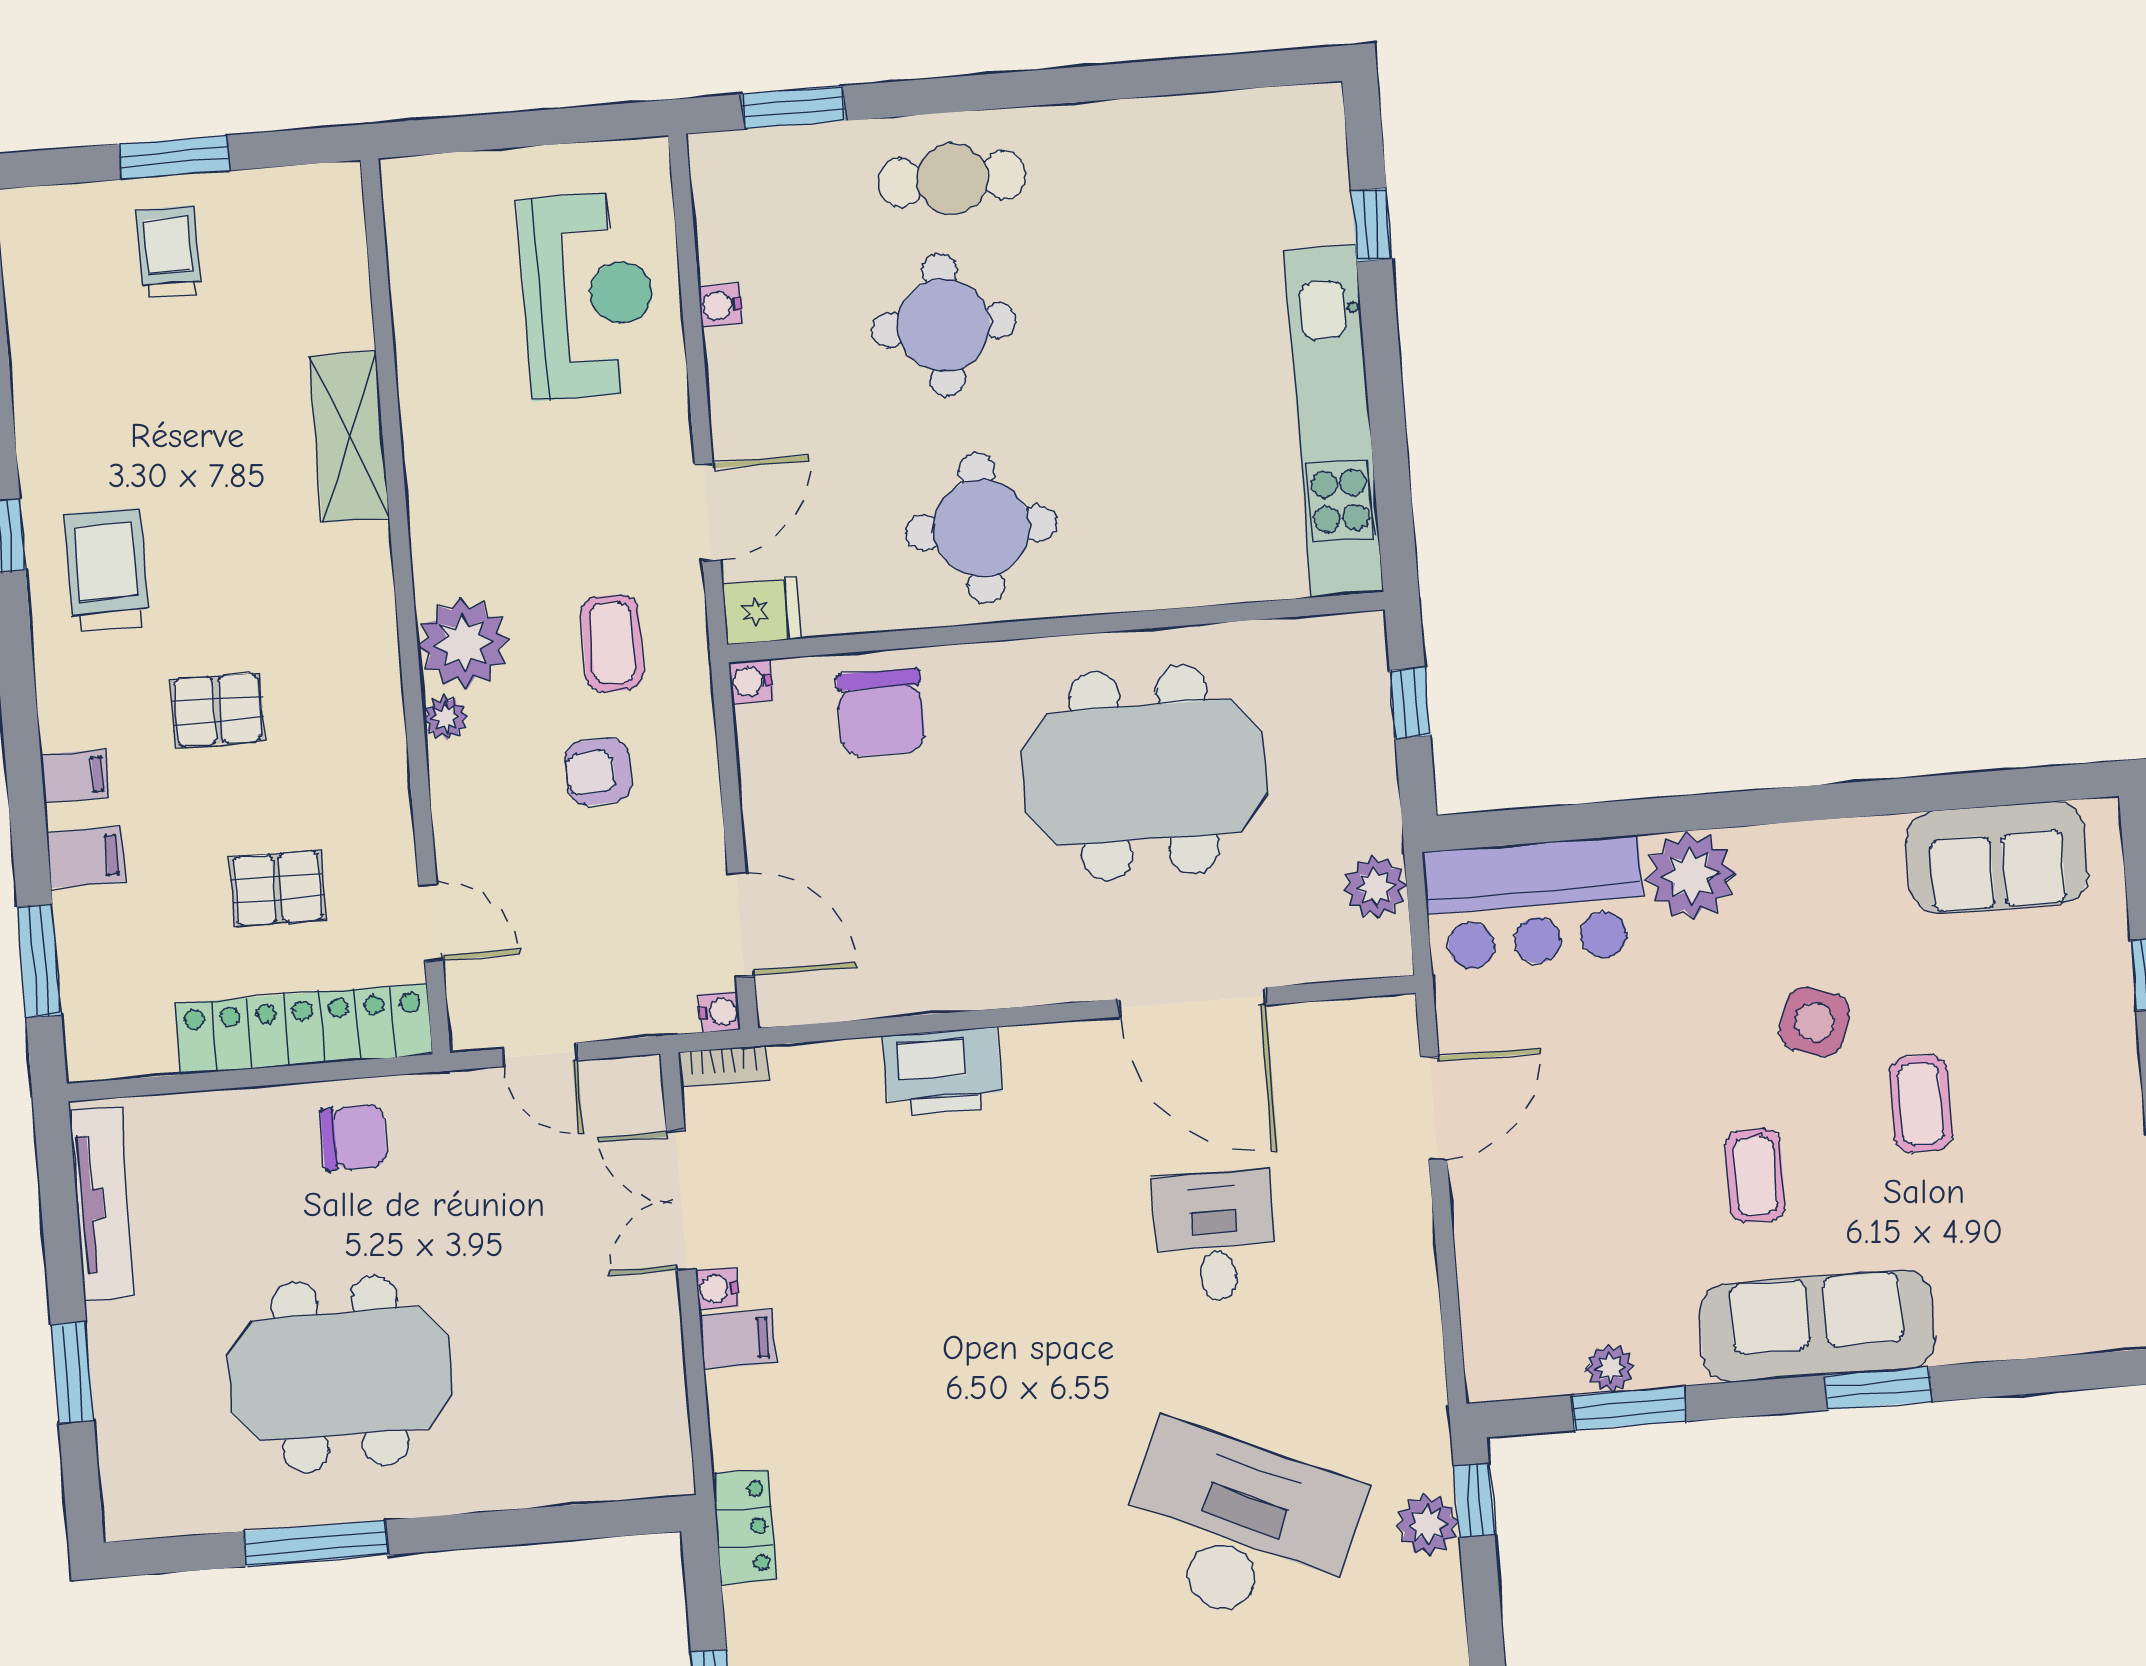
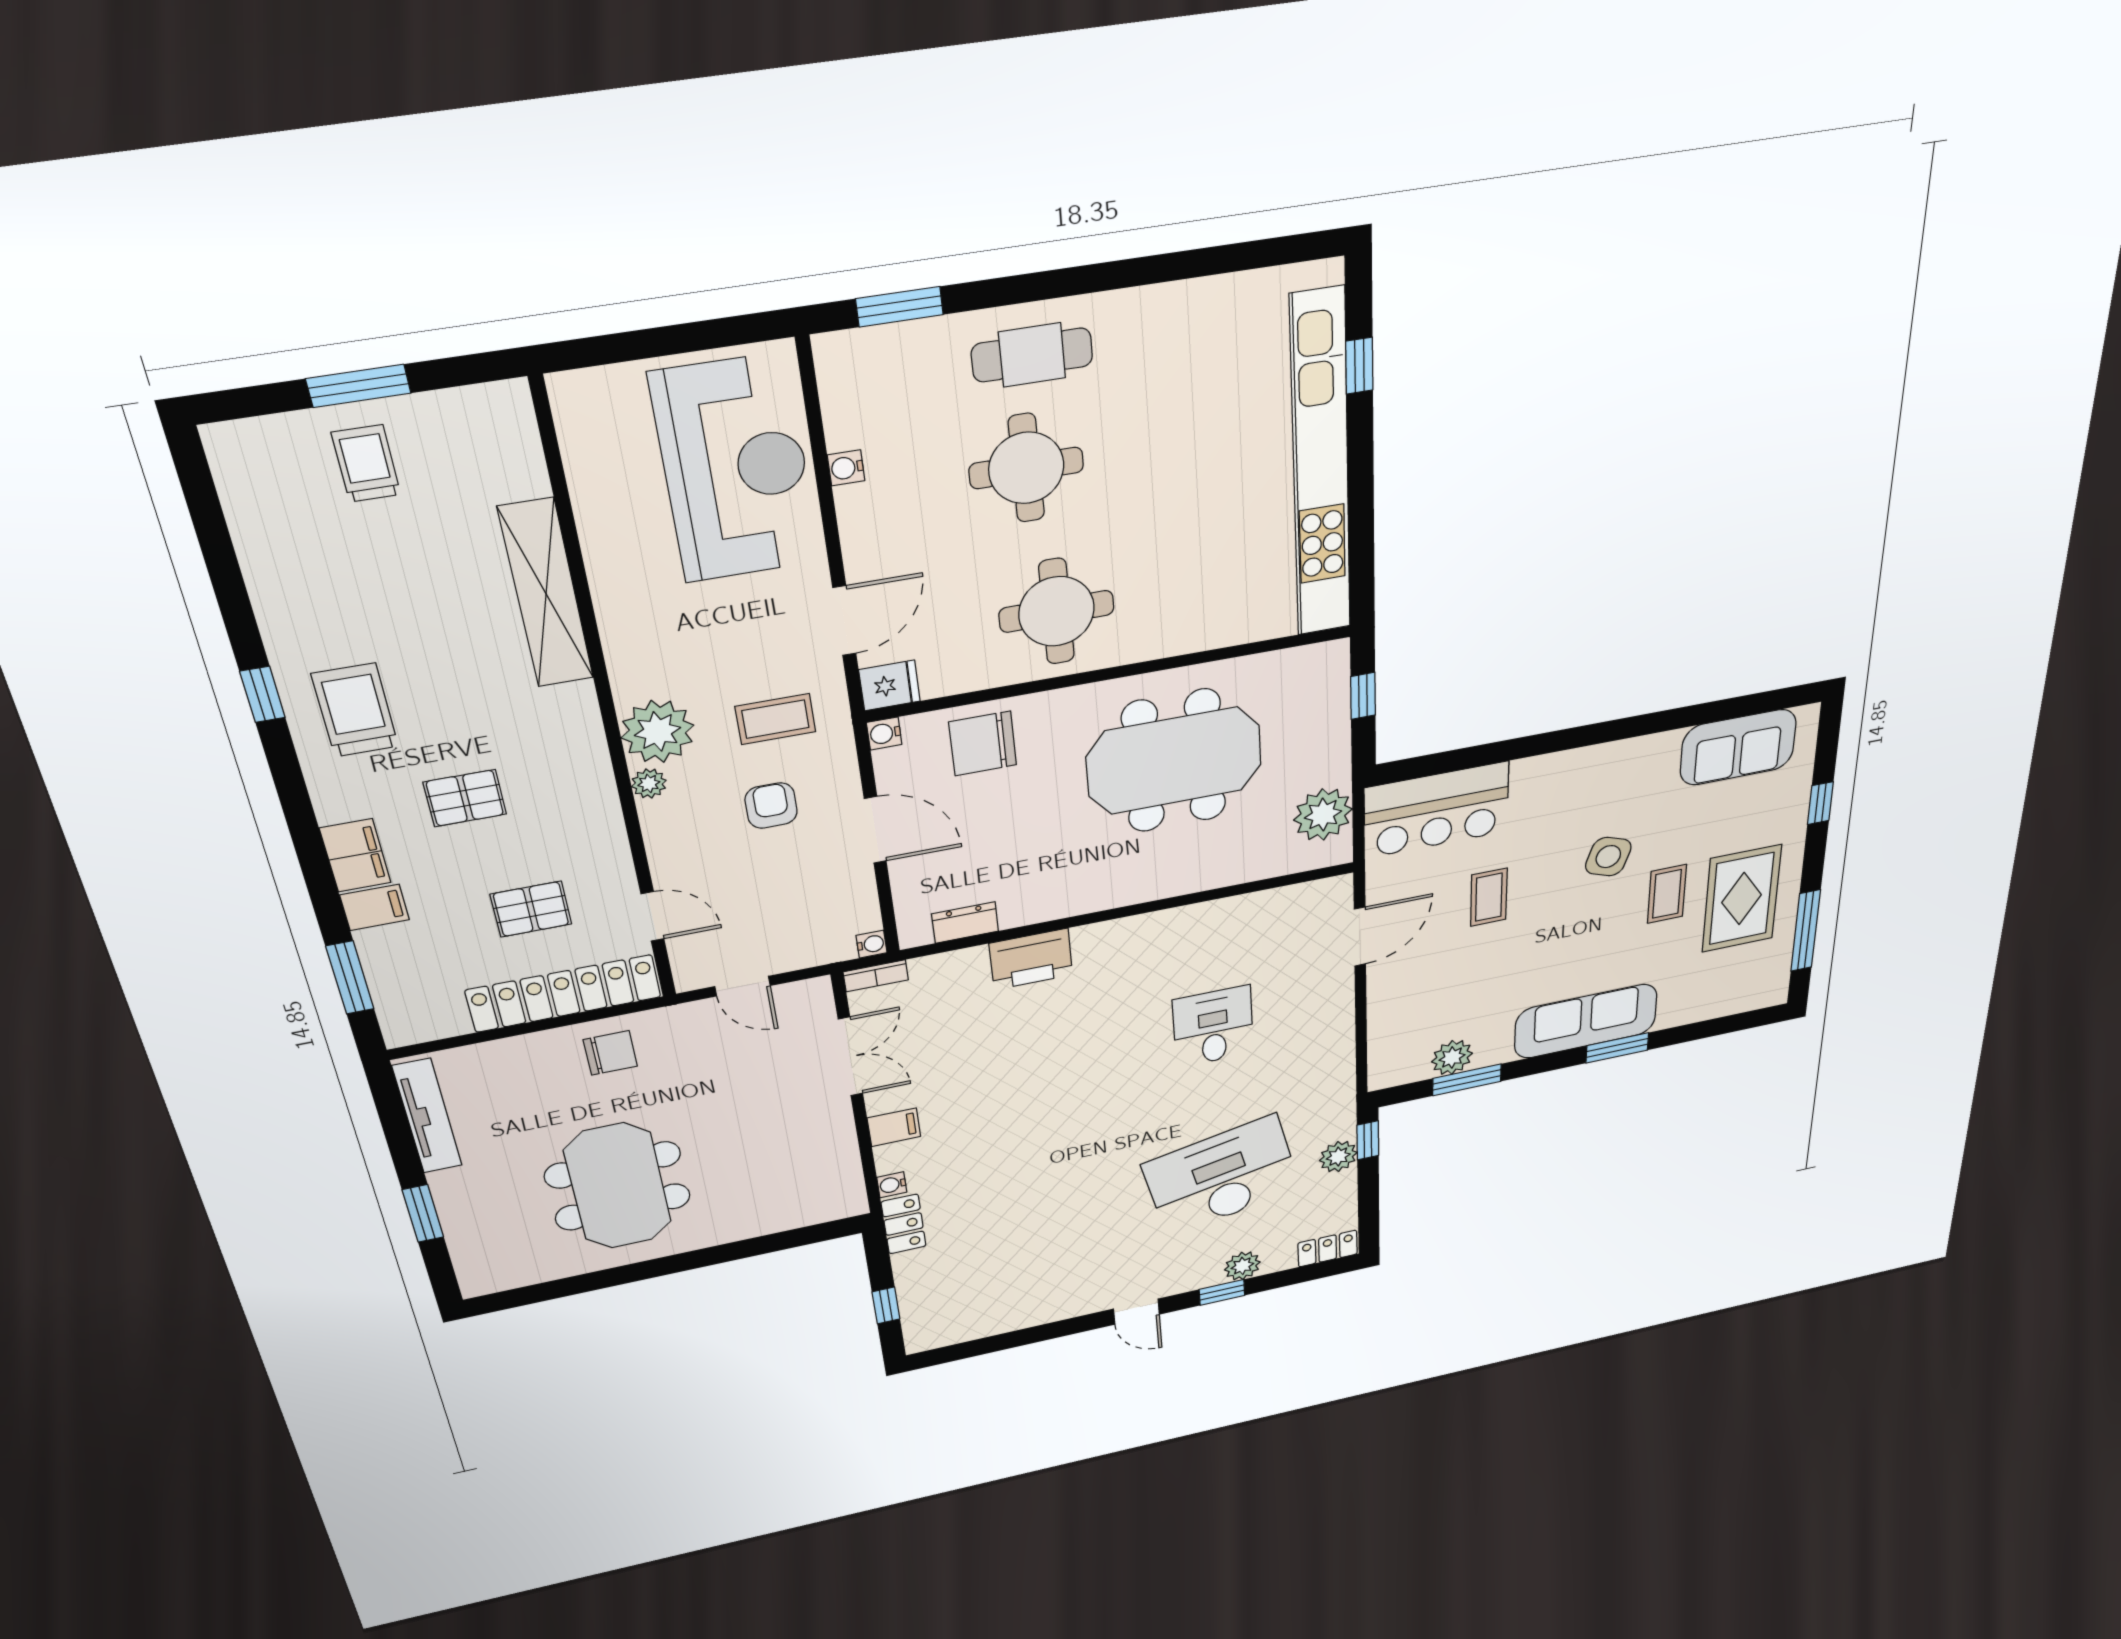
reception desk: (588, 295) -> (736, 469), width x1.36, depth x1.30
kitchen unit: (1334, 421) -> (1321, 467), width x1.36
shelving: (349, 437) -> (546, 594), width x1.47
coffee table: (612, 643) -> (775, 719), turned 90
chair: (881, 713) -> (983, 743), turned 90
armchair: (598, 772) -> (771, 806), turned 93
filing cabinet: (75, 776) -> (355, 855), width x2.00
plant: (1691, 875) -> (1541, 781), removed
plant: (1375, 887) -> (1323, 815), width x1.36, depth x1.36
door: (741, 925) -> (875, 830), moved
dresser: (851, 996) -> (965, 923), added
door: (1192, 1002) -> (1203, 897), removed
rug: (2048, 1131) -> (1742, 899), added
coffee table: (1755, 1176) -> (1489, 897), moved
double door: (681, 1200) -> (850, 1057), swing flipped
water cooler: (717, 1289) -> (892, 1185), moved
plant: (1610, 1368) -> (1452, 1057), width x1.38, depth x1.38
meeting table: (340, 1374) -> (618, 1186), turned 90
desk: (1239, 1528) -> (1222, 1176), turned -36
window: (316, 1543) -> (613, 1277), removed

